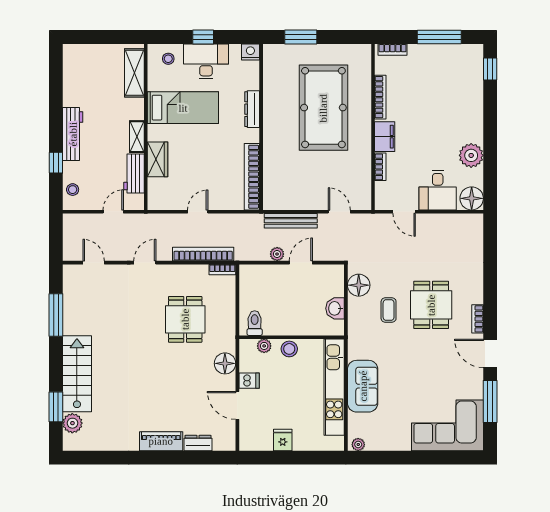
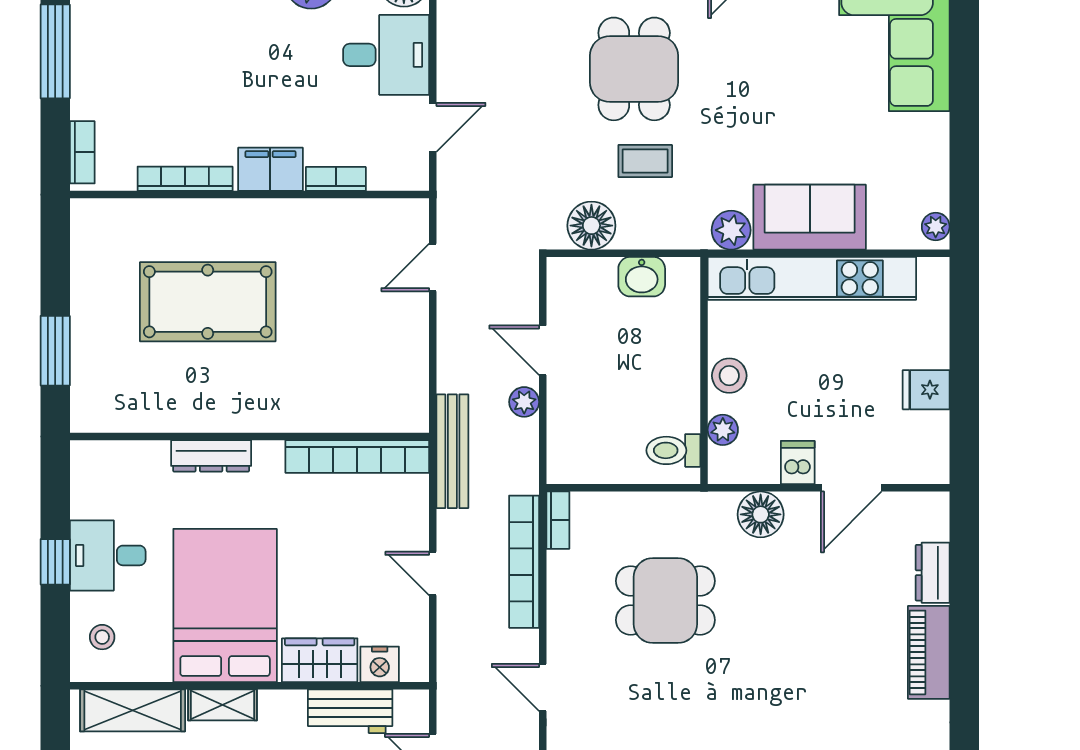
nightstand: (250, 52) -> (380, 664), moved, turned -90
desk: (206, 61) -> (108, 555), width x0.73
bed: (183, 108) -> (225, 605), width x1.50
pool table: (323, 108) -> (208, 302), width x0.73, depth x0.76
shelving: (137, 137) -> (222, 705), moved
bench: (291, 221) -> (452, 451), moved
dining table: (431, 305) -> (634, 69), turned 90
plant: (357, 350) -> (731, 230), added

